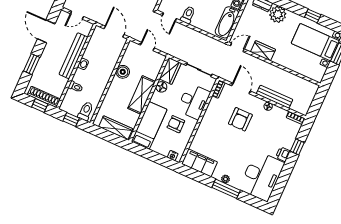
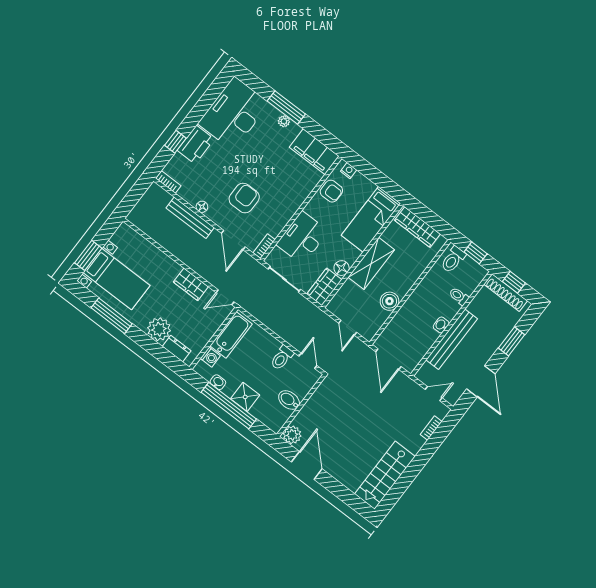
window: (313, 16) -> (112, 316), width x2.17
armchair: (176, 124) -> (331, 191), moved
printer: (283, 154) -> (196, 145), width x1.87, depth x1.48

